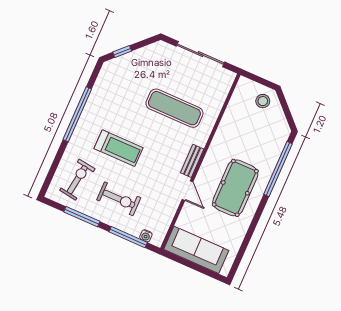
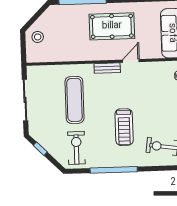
window: (122, 52) -> (40, 149), moved
treadmill: (119, 148) -> (124, 127), turned 180
exercise bike: (119, 199) -> (76, 148), moved

